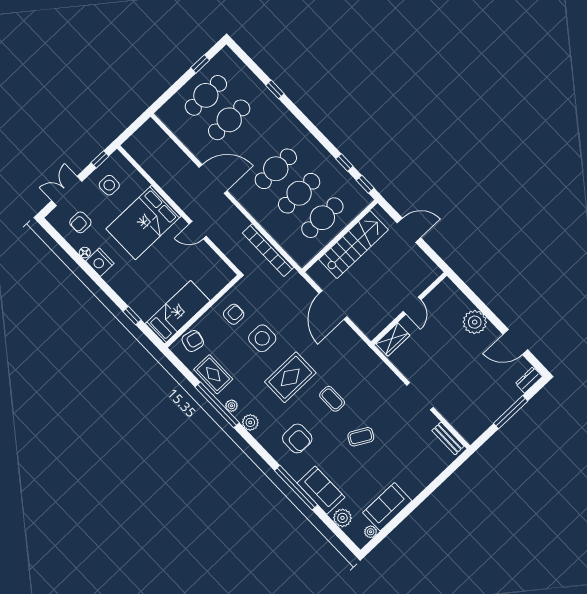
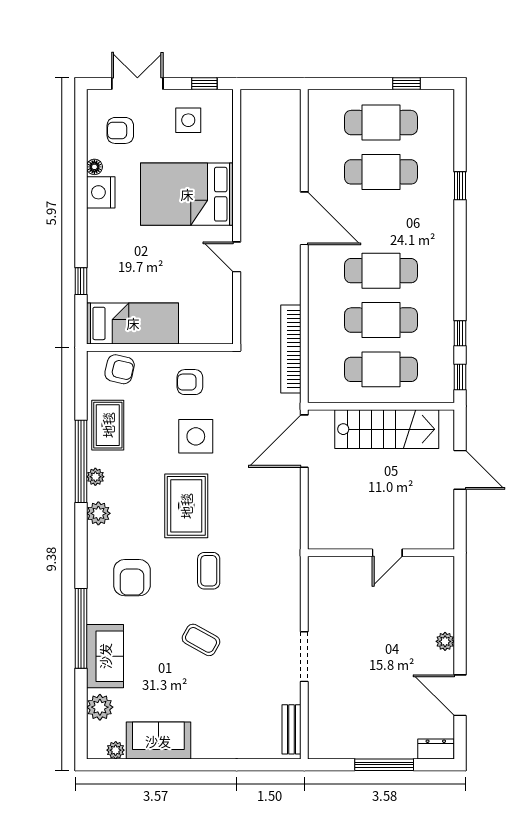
door: (333, 305) -> (304, 441), moved
armchair: (234, 314) -> (190, 382), turned 180
plant: (475, 322) -> (445, 641), width x0.53, depth x0.53
wardrobe: (393, 339) -> (333, 569), removed
rug: (290, 377) -> (186, 506), turned 90

